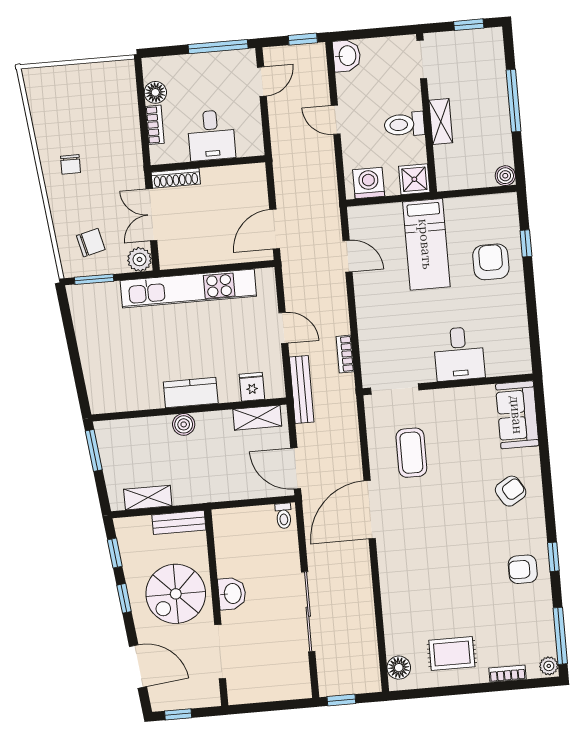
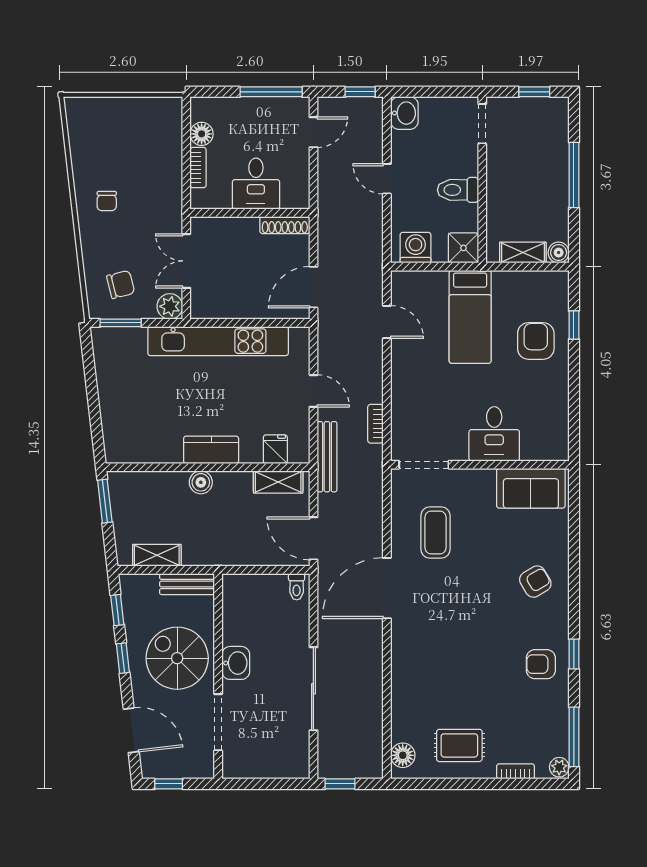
shelving: (441, 121) -> (523, 253), moved, turned 90
shoe rack: (176, 178) -> (285, 225), moved
sofa: (517, 415) -> (531, 488), moved, turned -90
spiral stairs: (176, 594) -> (177, 658), turned 90

